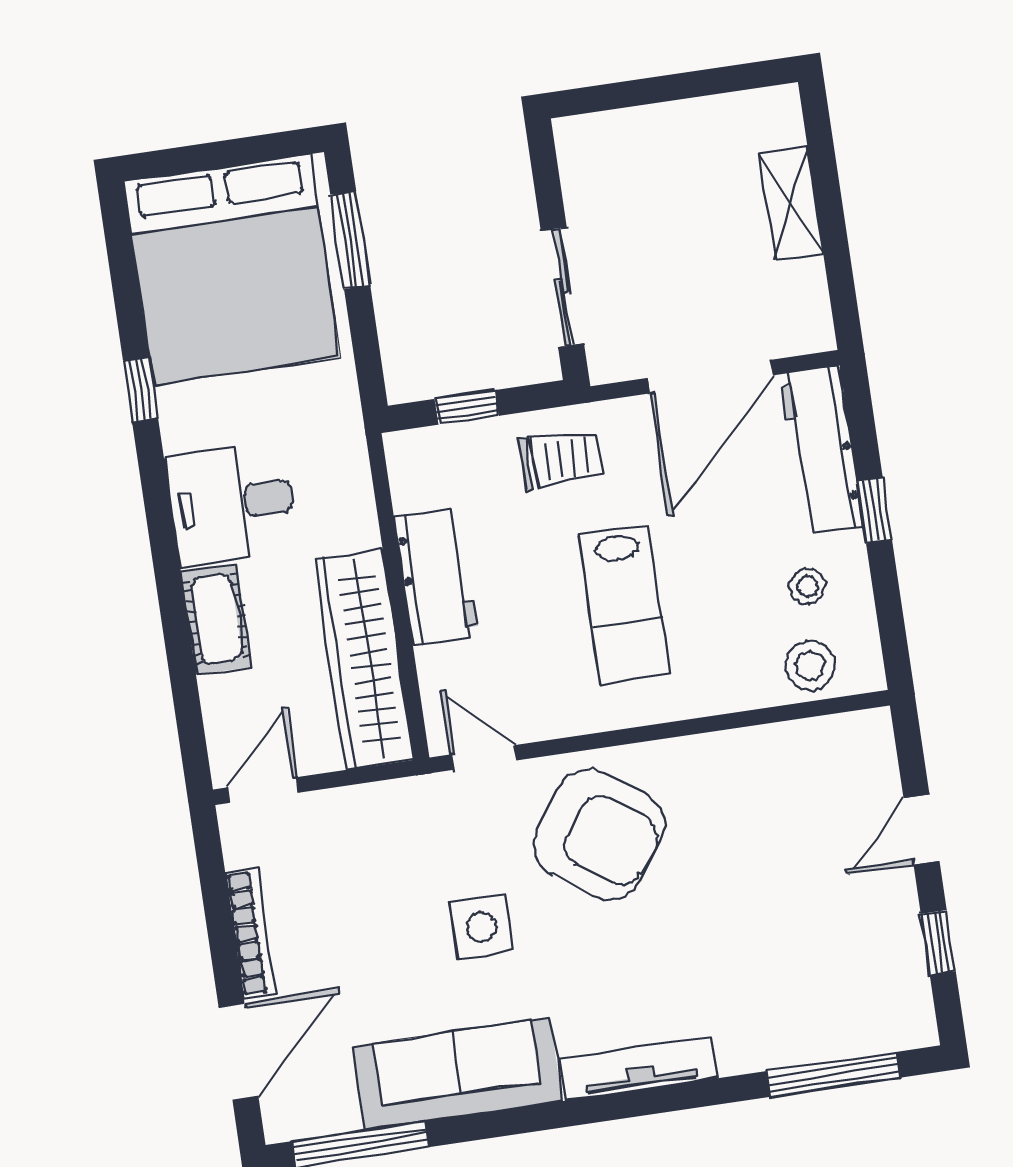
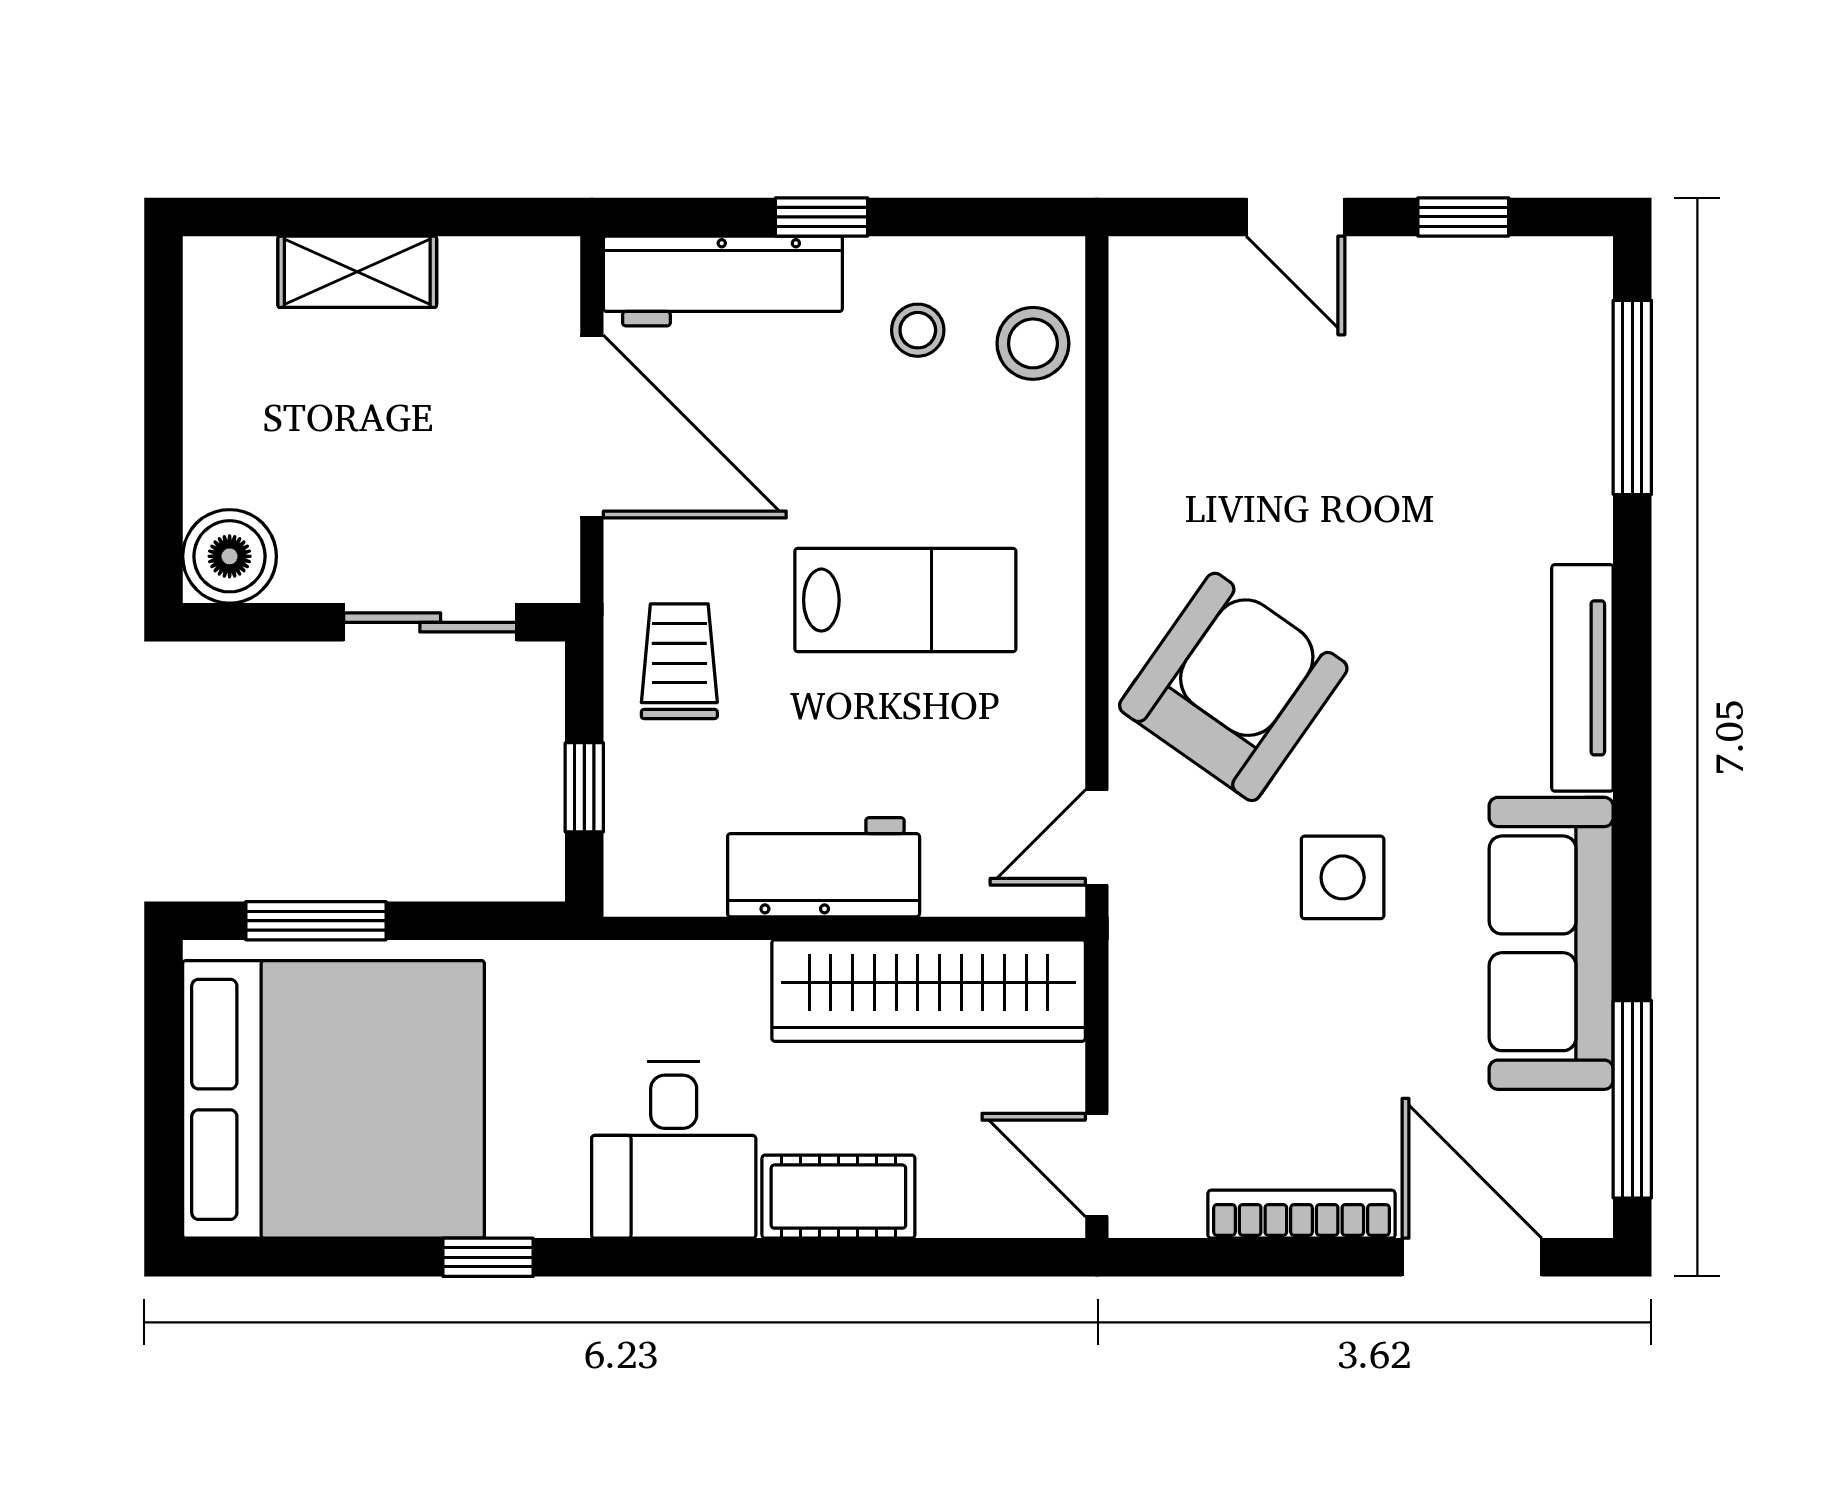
boiler: (587, 145) -> (230, 556), added

